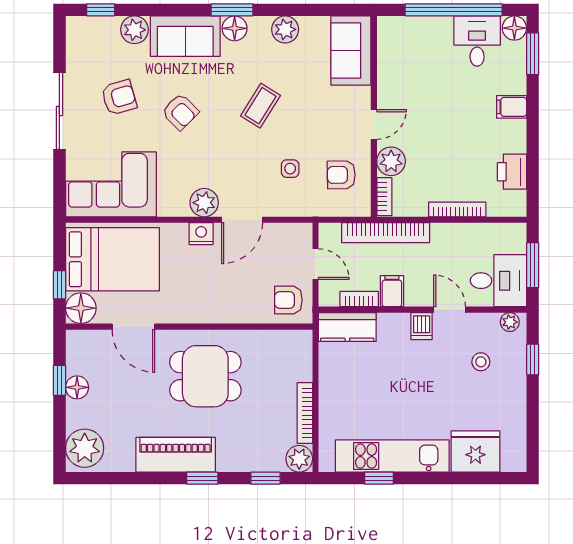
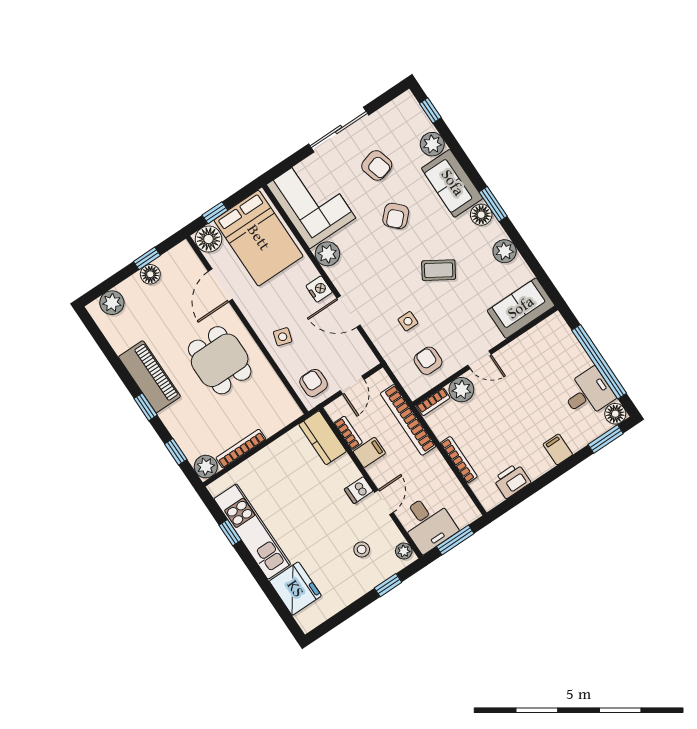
plant: (204, 203) -> (327, 254), moved
side table: (224, 300) -> (283, 337), added
plant: (85, 448) -> (112, 303), width x0.73, depth x0.73

